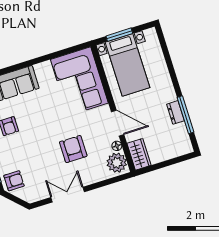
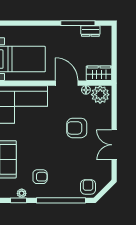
dresser: (175, 112) -> (90, 31), moved
door: (118, 123) -> (67, 83), hinge flipped

